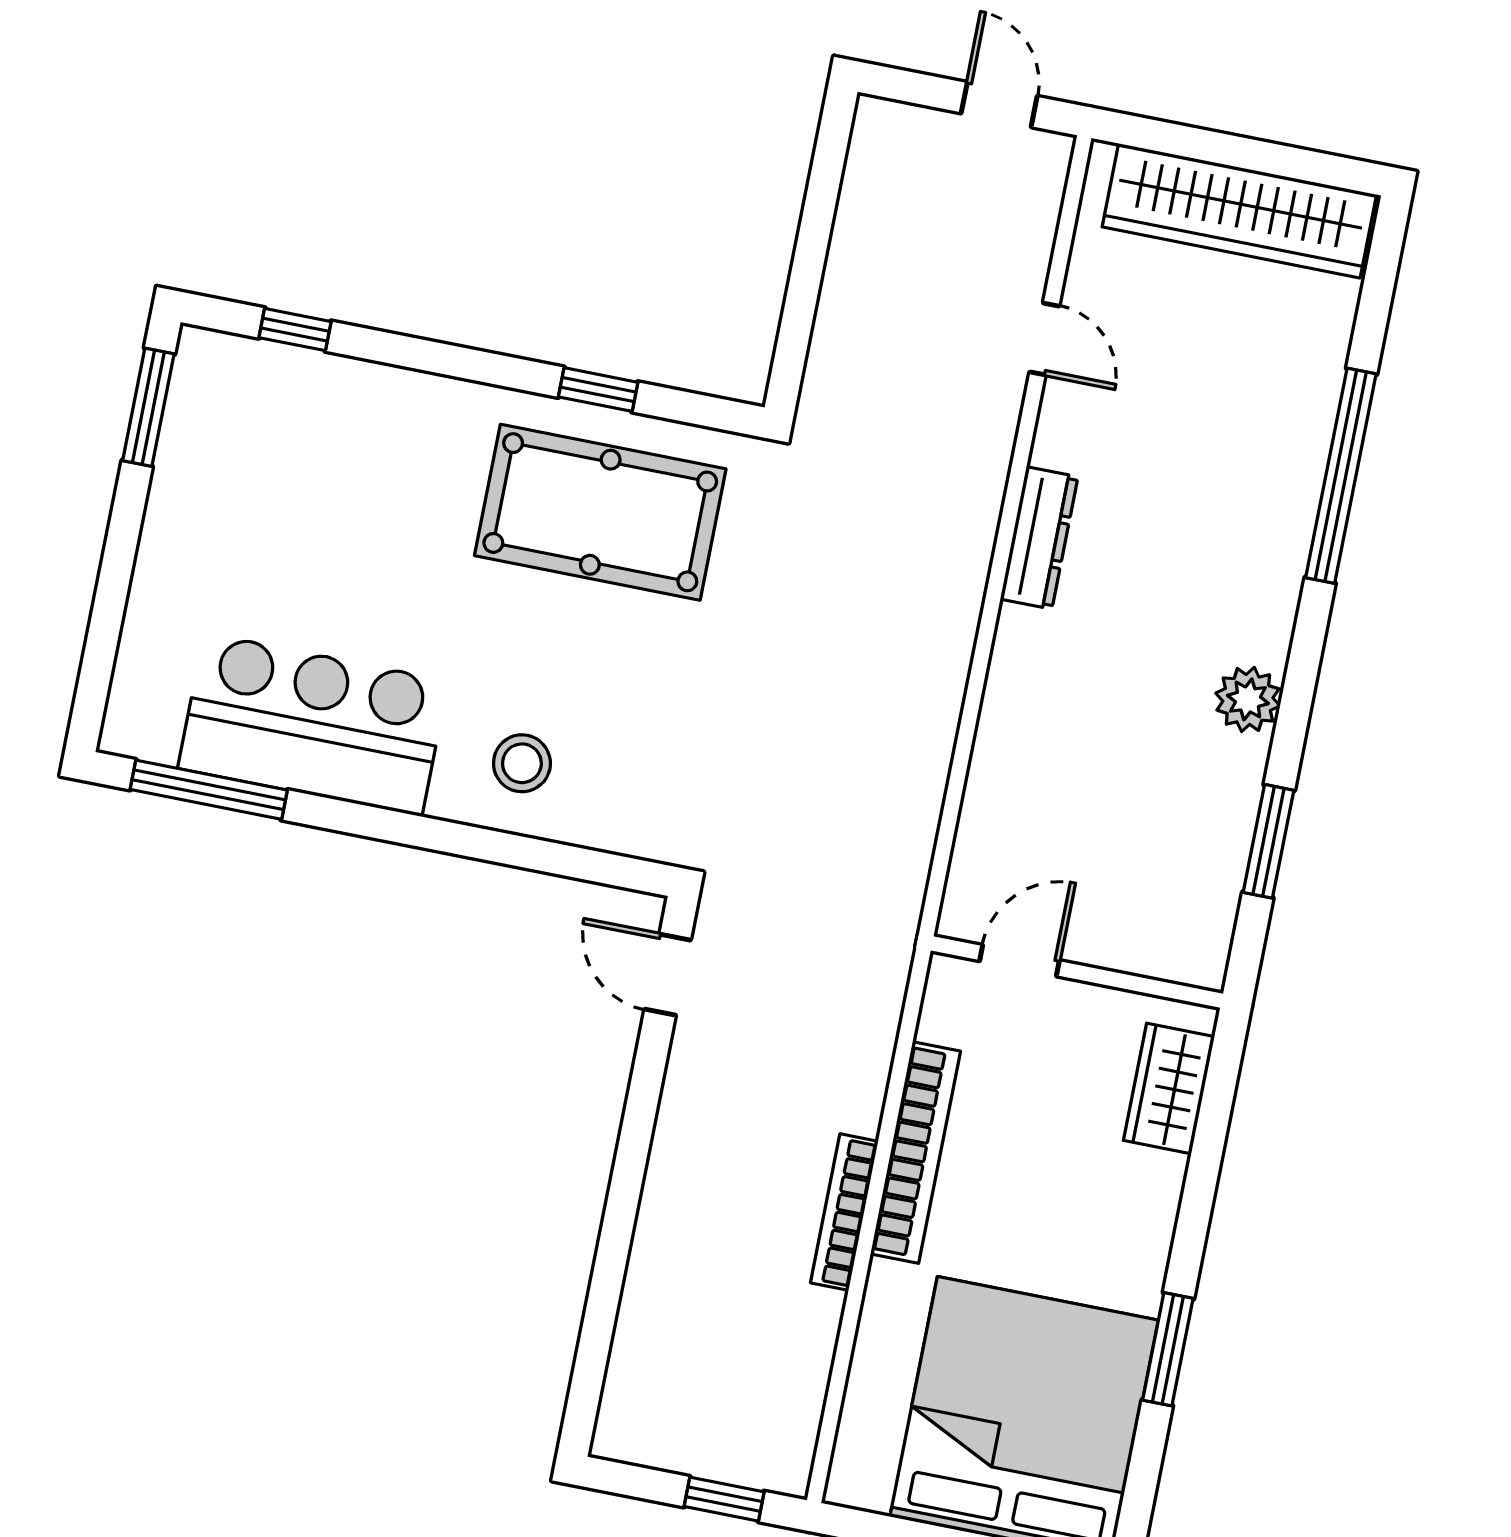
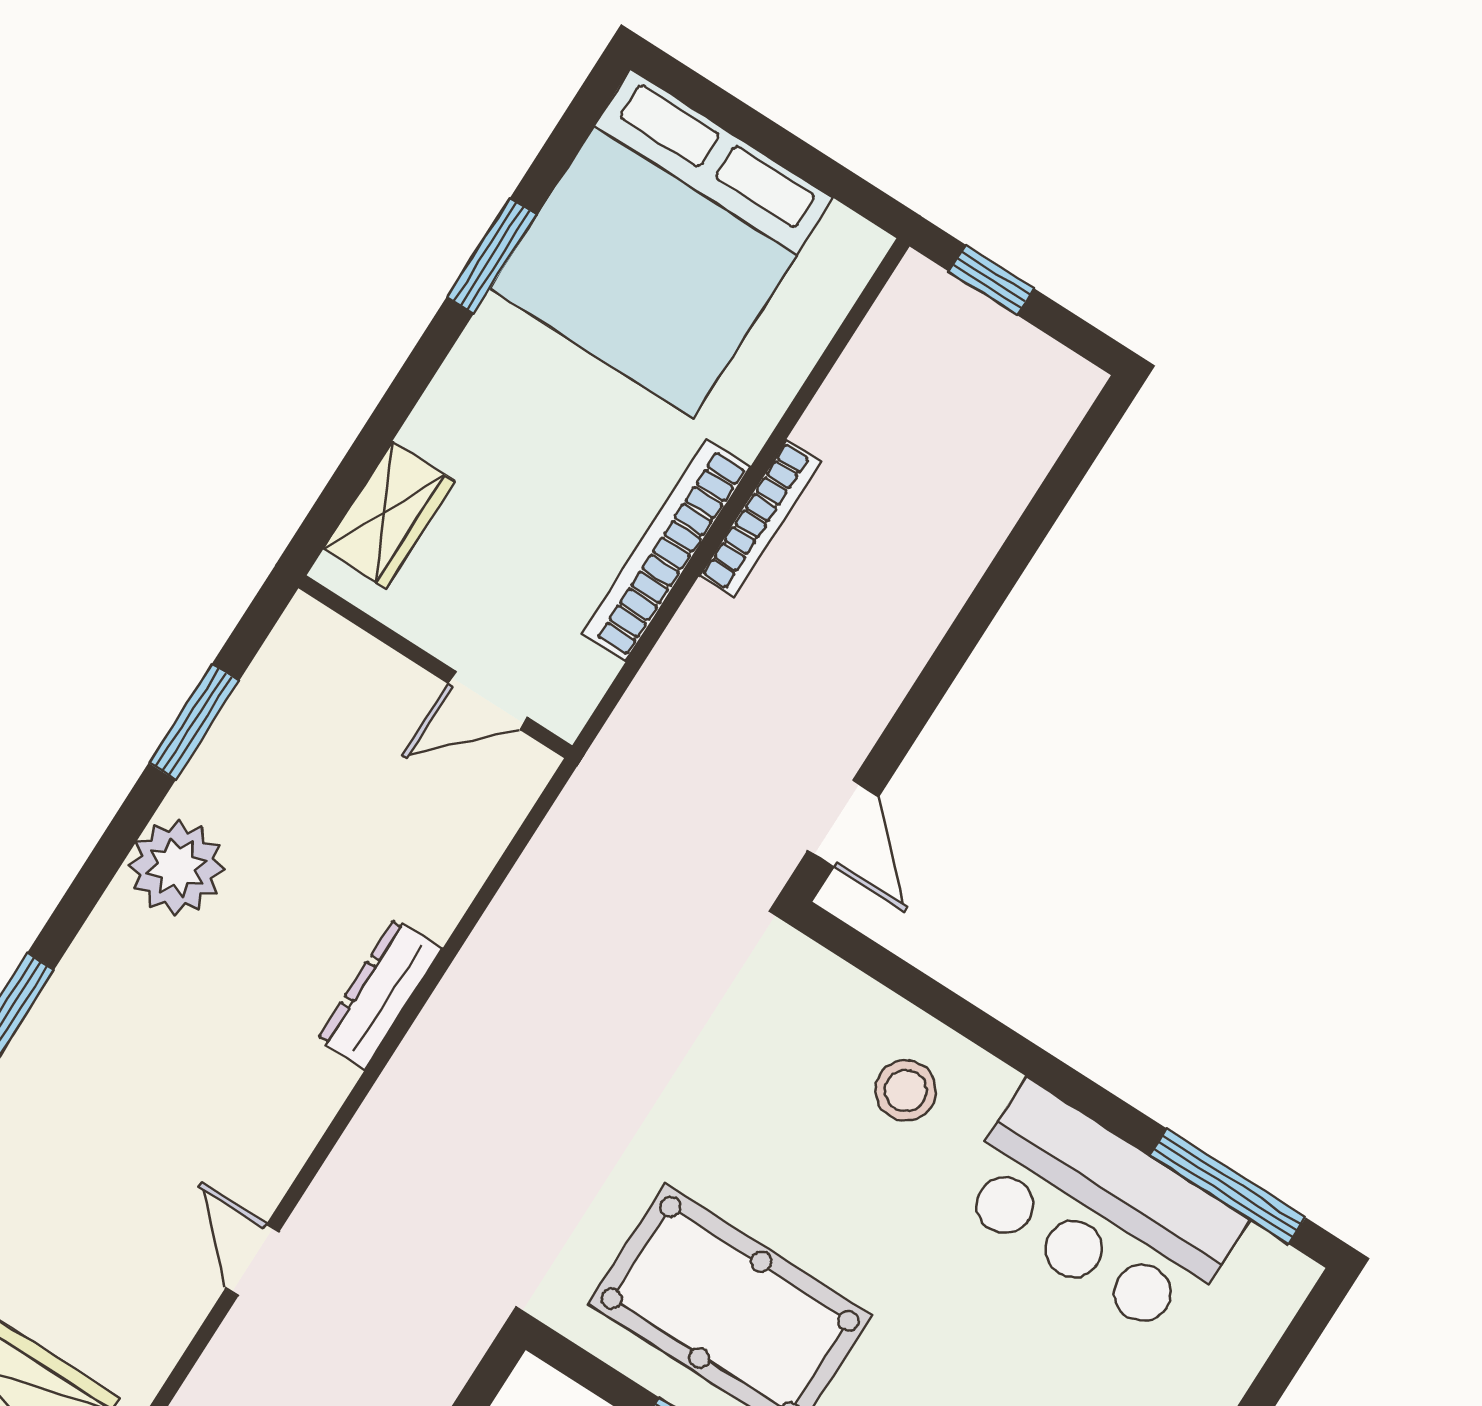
door: (1044, 339) -> (252, 1260), moved
dresser: (1039, 538) -> (380, 994), moved
plant: (1248, 699) -> (177, 867), width x1.36, depth x1.36

